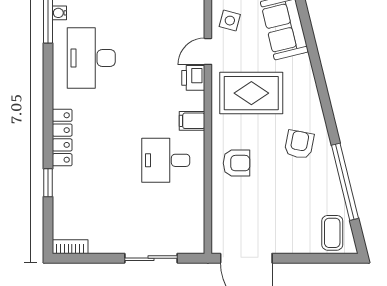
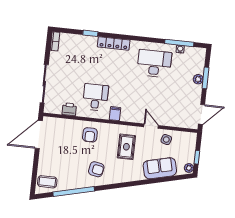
printer: (193, 78) -> (69, 109), moved
rug: (251, 93) -> (126, 147), width x0.73, depth x0.70
sliding door: (151, 258) -> (44, 84), width x1.37

